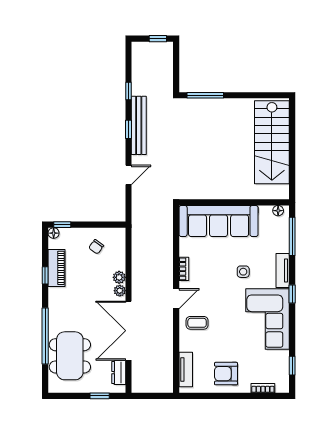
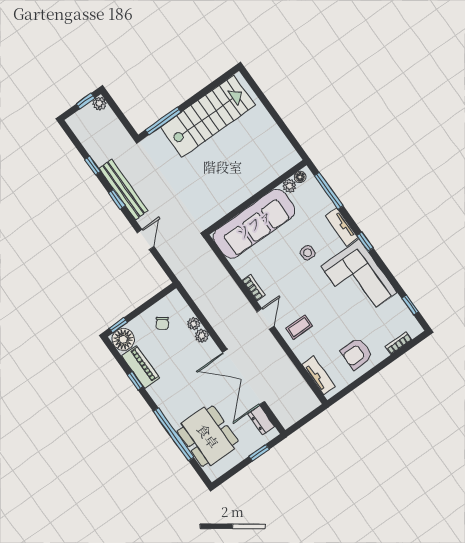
plant: (167, 48) -> (99, 104), added
stairs: (272, 142) -> (208, 116), moved, turned -90
plant: (265, 212) -> (289, 186), added
floor lamp: (54, 233) -> (123, 339), width x1.89, depth x1.89
plant: (120, 291) -> (194, 324), moved

